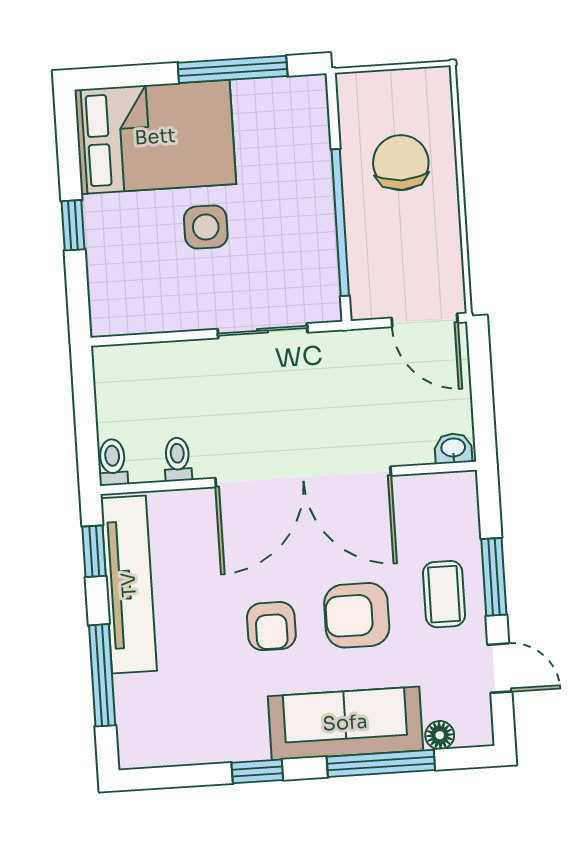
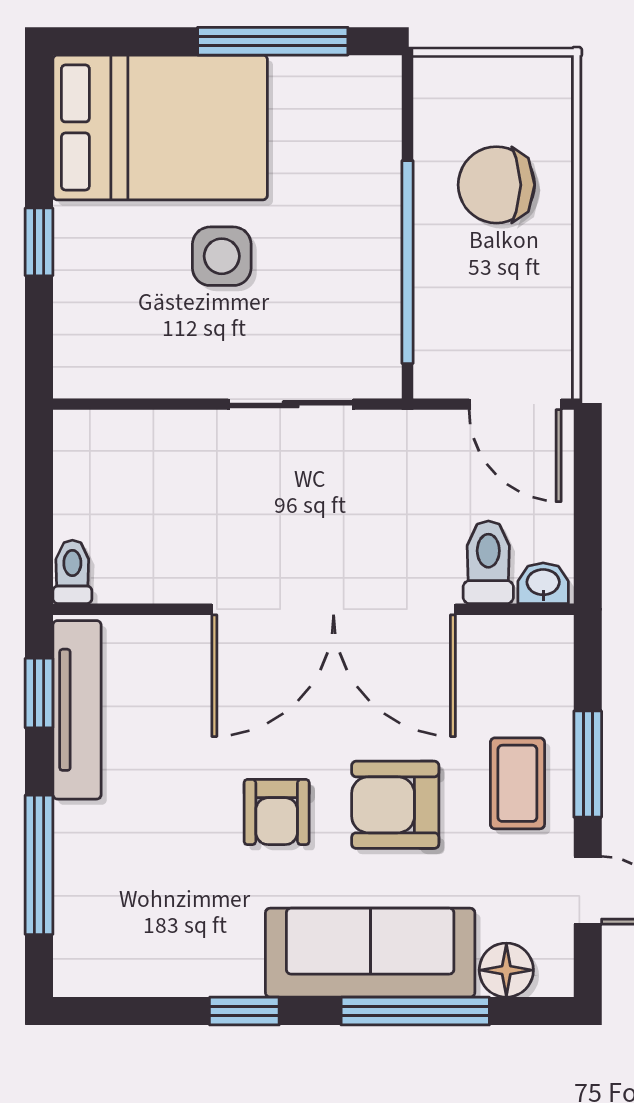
chair: (401, 163) -> (496, 185), turned -90
toilet: (178, 459) -> (488, 562), moved, width x1.37, depth x1.39
tv unit: (129, 585) -> (77, 710), width x0.73, depth x0.78
floor lamp: (440, 735) -> (506, 970), width x1.37, depth x1.37

